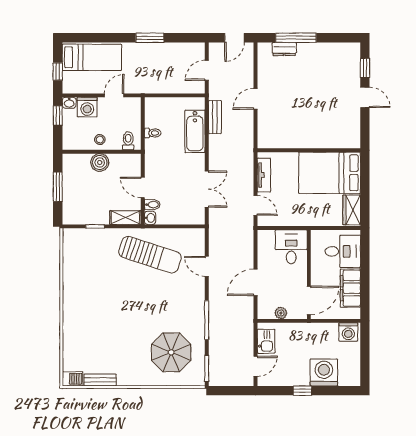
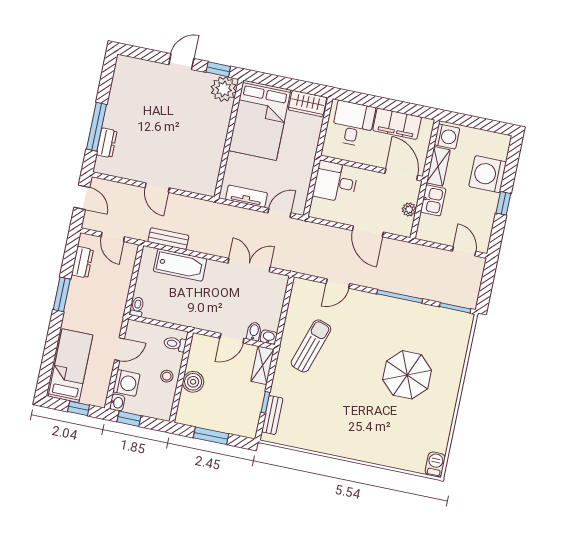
dresser: (180, 49) -> (82, 262), added
window: (365, 68) -> (218, 69), moved
door: (114, 95) -> (119, 349), swing flipped
toilet: (153, 133) -> (137, 307), moved
plant: (349, 137) -> (224, 89), added
sun lounger: (150, 255) -> (311, 346), width x0.73, depth x0.75
shelving: (322, 330) -> (438, 166), added
kitchen sink: (266, 341) -> (433, 200), moved, turned 90
parasol: (171, 352) -> (407, 375), moved
bench: (100, 380) -> (272, 415), moved

